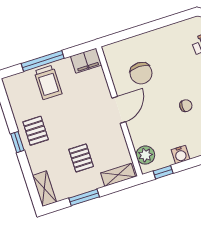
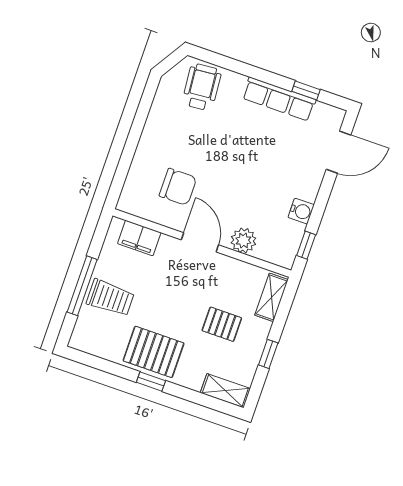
filing cabinet: (86, 61) -> (139, 238), moved, turned 90
chair: (186, 106) -> (251, 164), removed
pallet: (36, 131) -> (154, 352), width x1.50, depth x1.42
plant: (145, 155) -> (243, 240), moved
window: (84, 197) -> (268, 354), width x0.67

